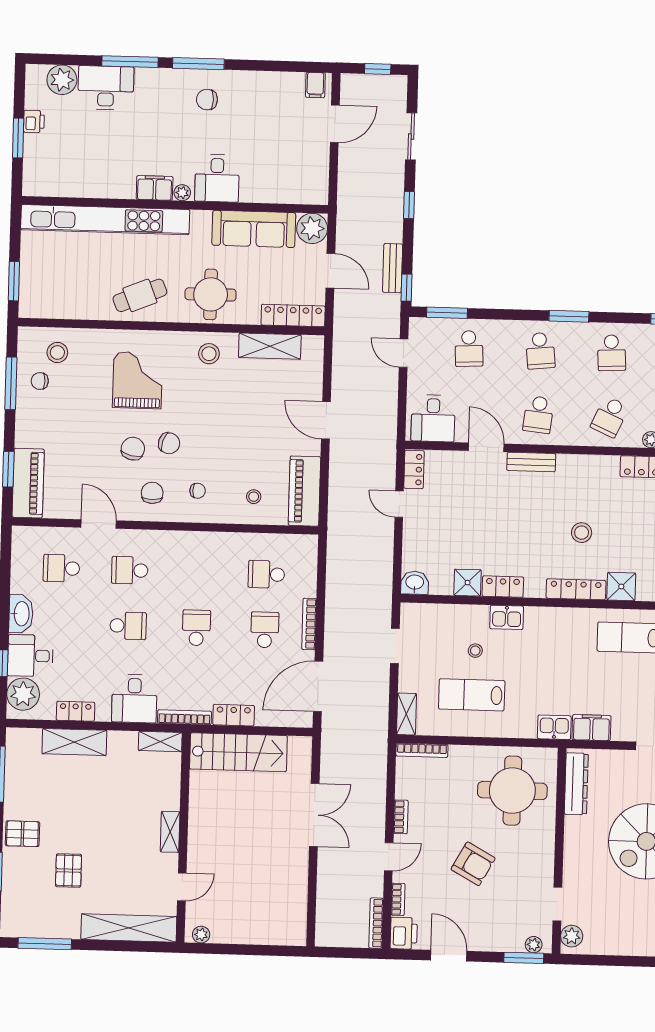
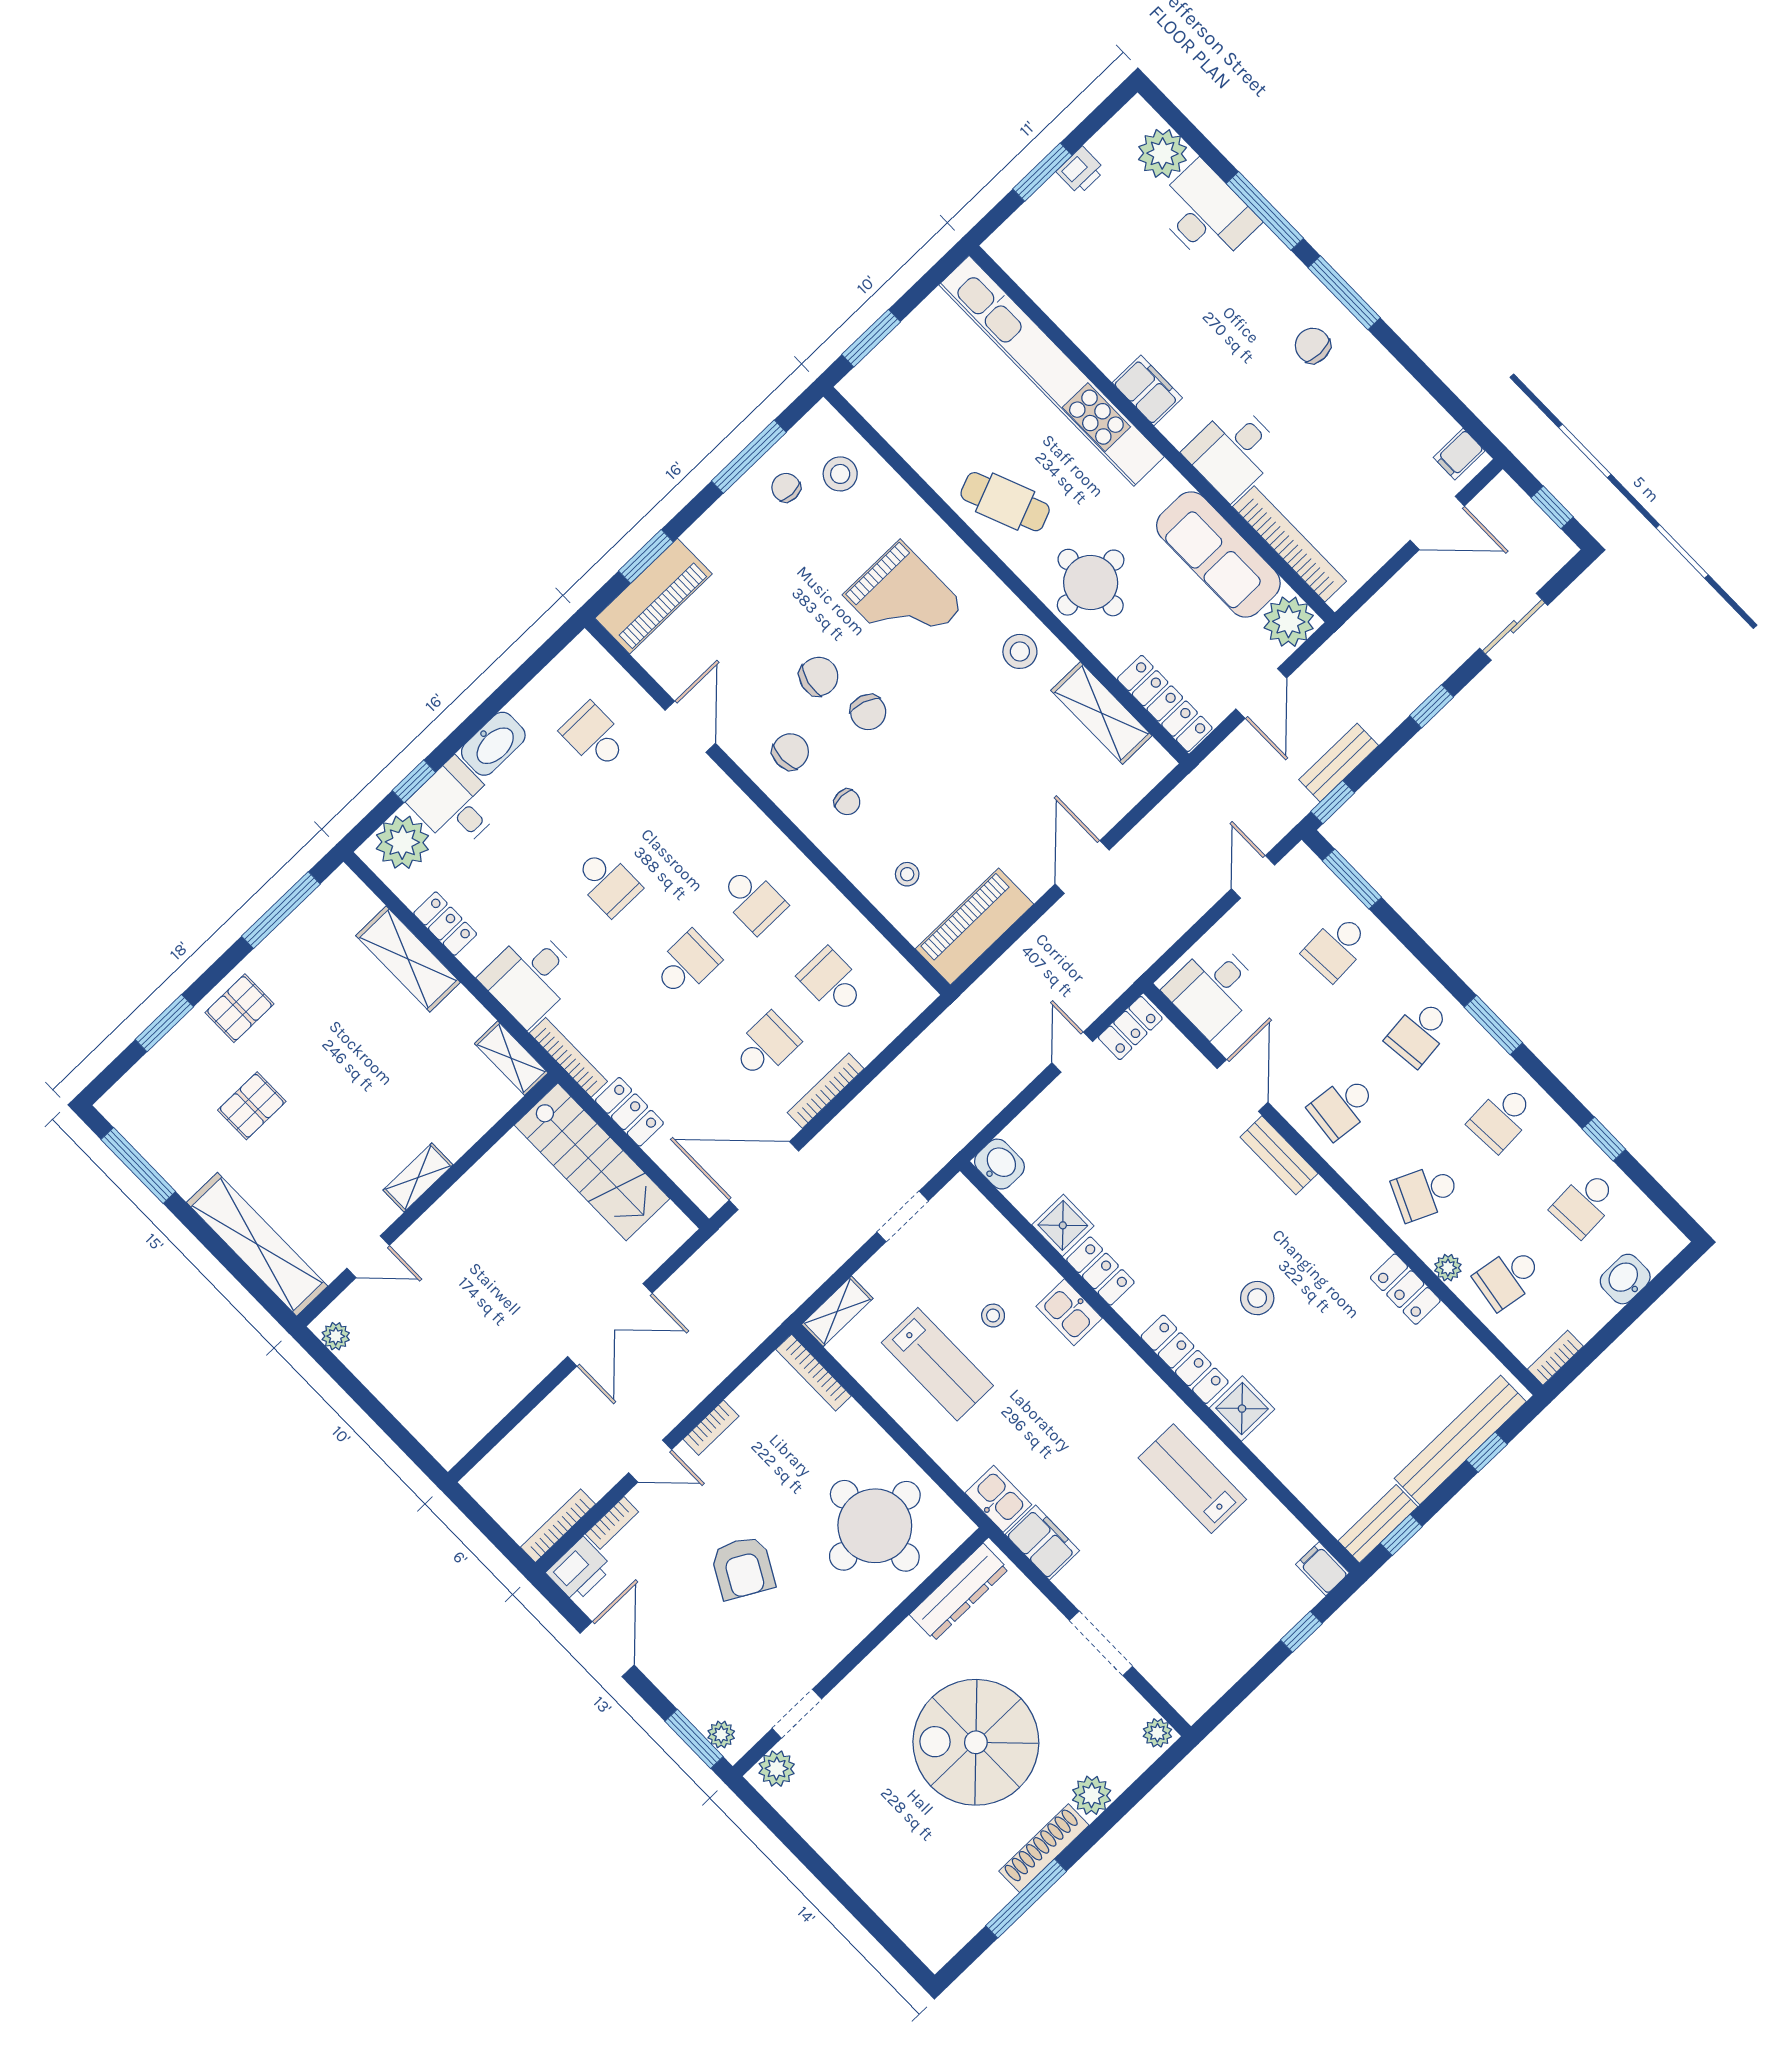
plant: (182, 193) -> (1175, 428), removed
bookcase: (280, 195) -> (1289, 544), added
grand piano: (138, 380) -> (904, 600), turned 90
school desk: (130, 570) -> (753, 900), moved, turned 180
lab bench: (472, 695) -> (937, 1364), turned 180
pallet: (22, 834) -> (239, 1008), turned 90

